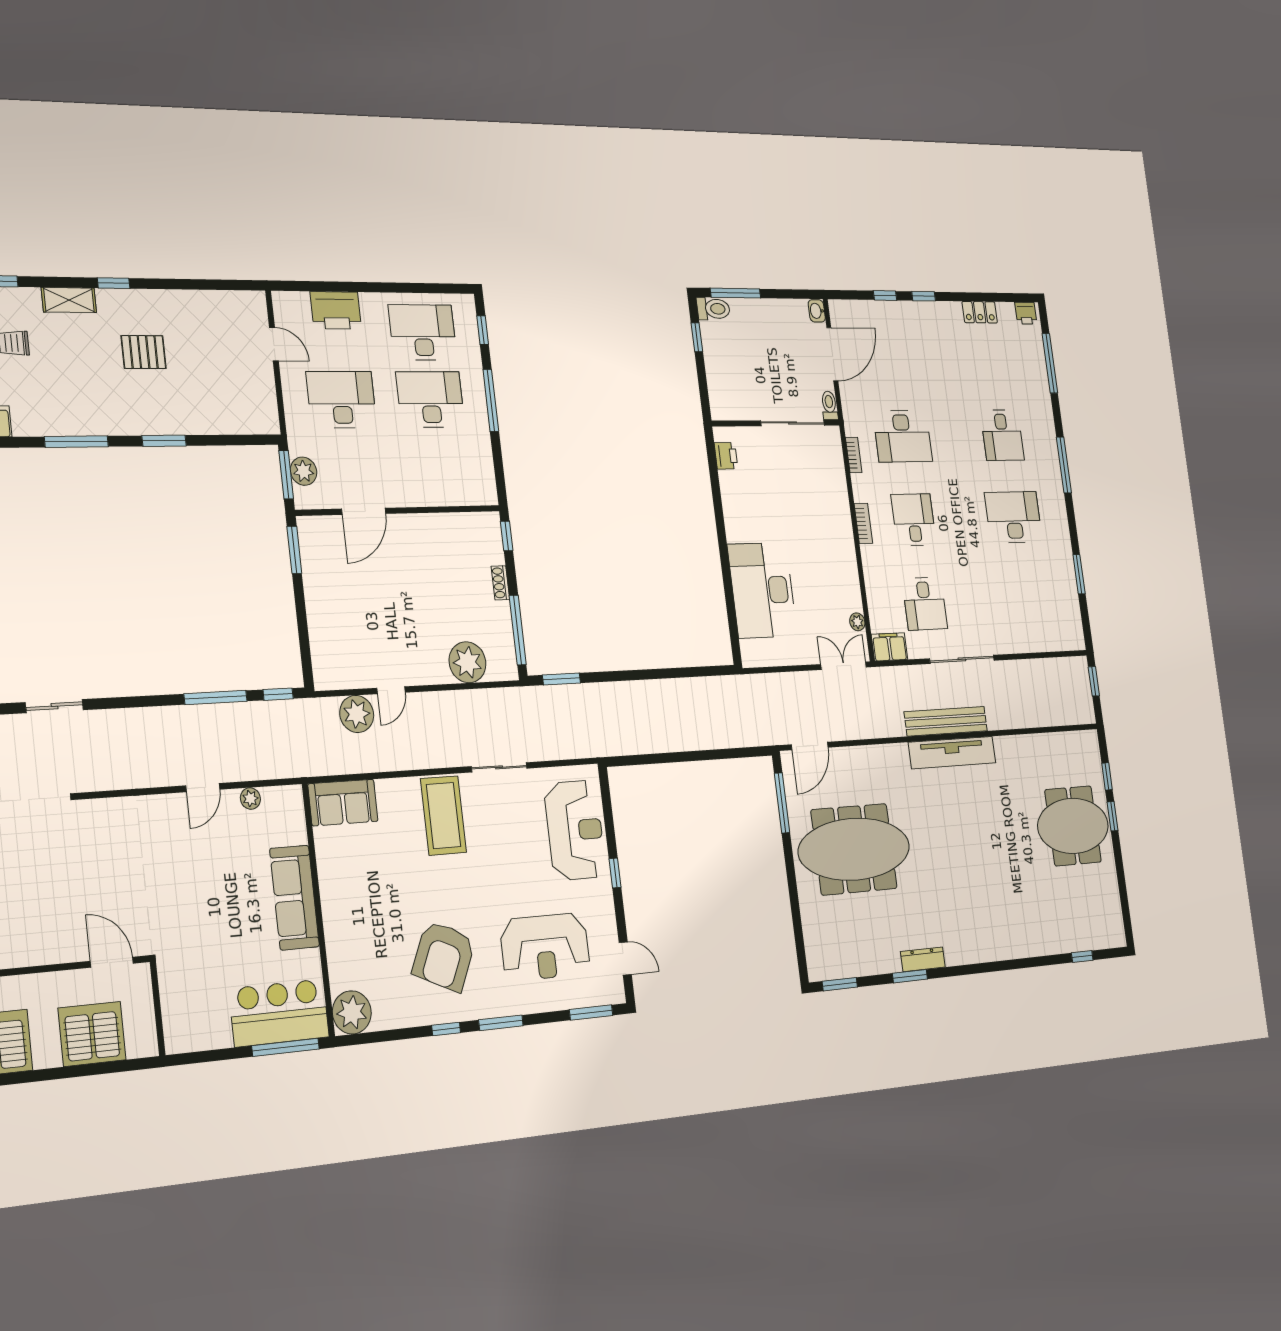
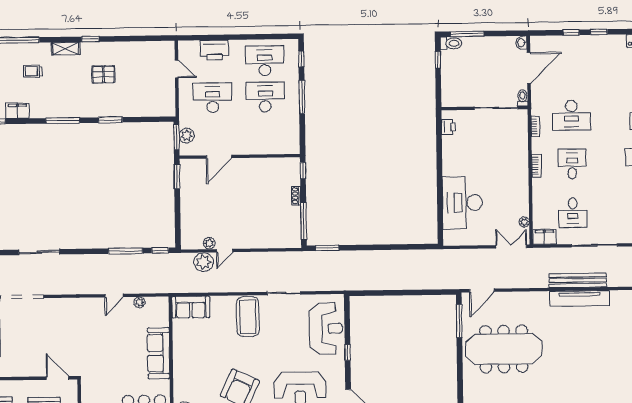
plant: (468, 662) -> (209, 243), moved, width x0.53, depth x0.53
sliding door: (54, 706) -> (39, 252), width x1.37

